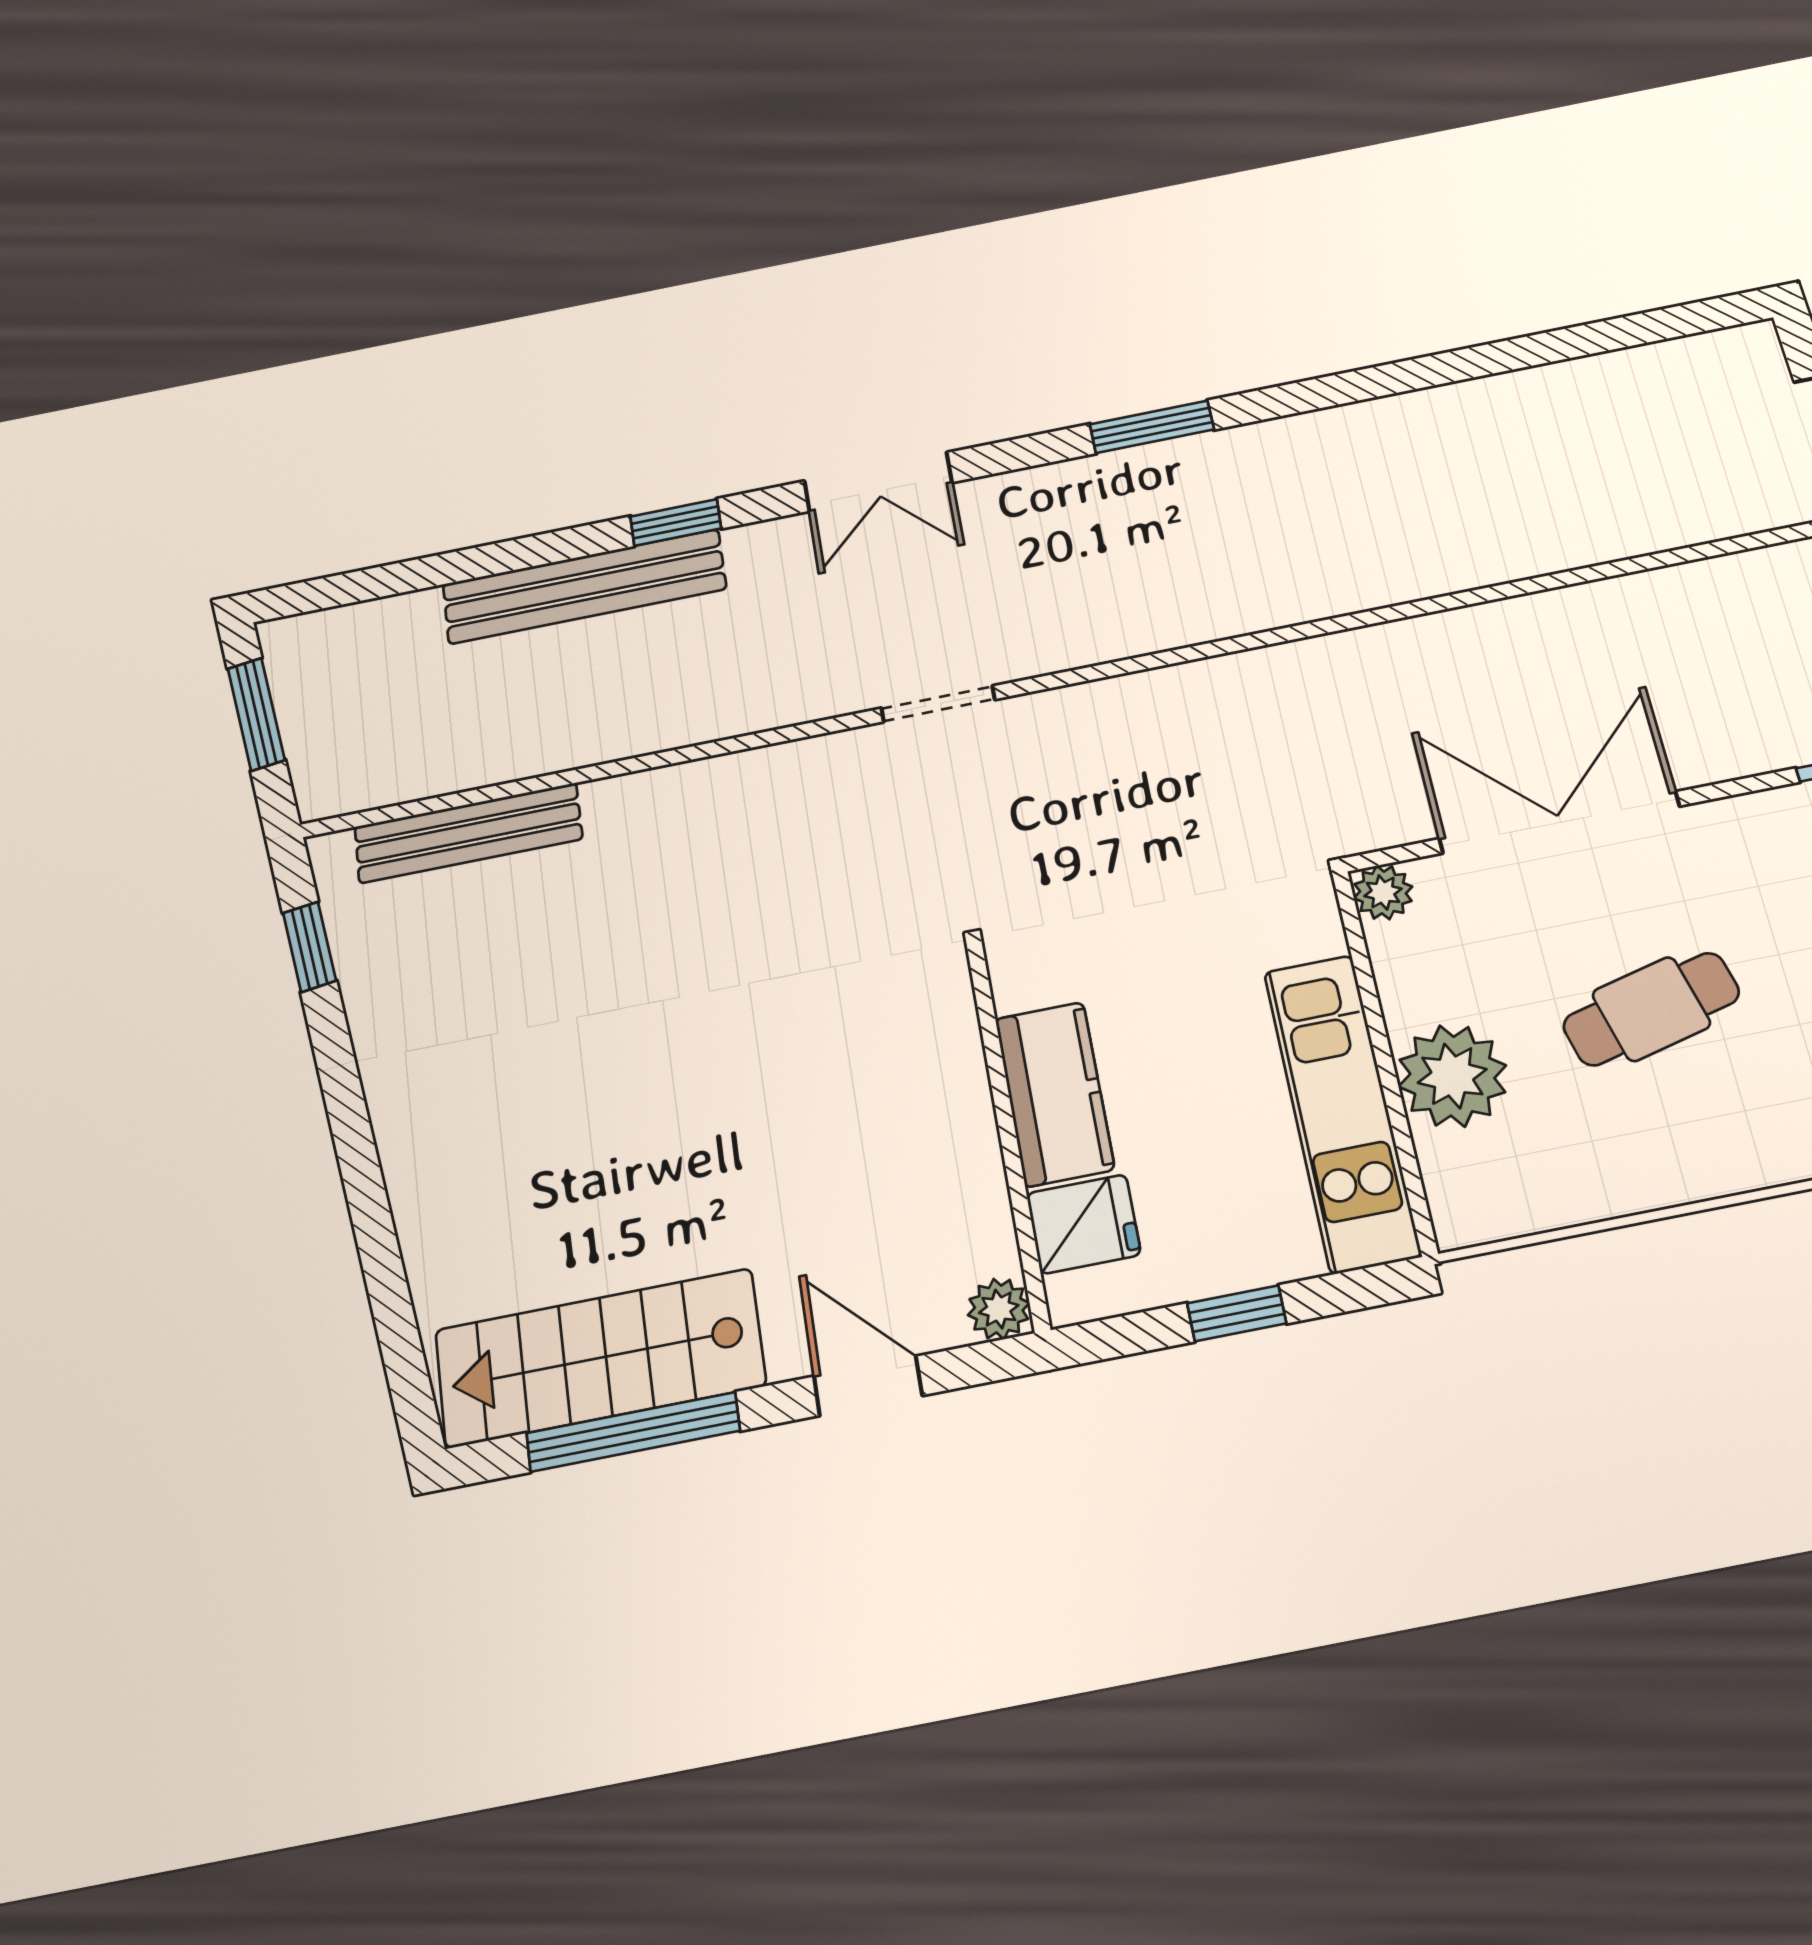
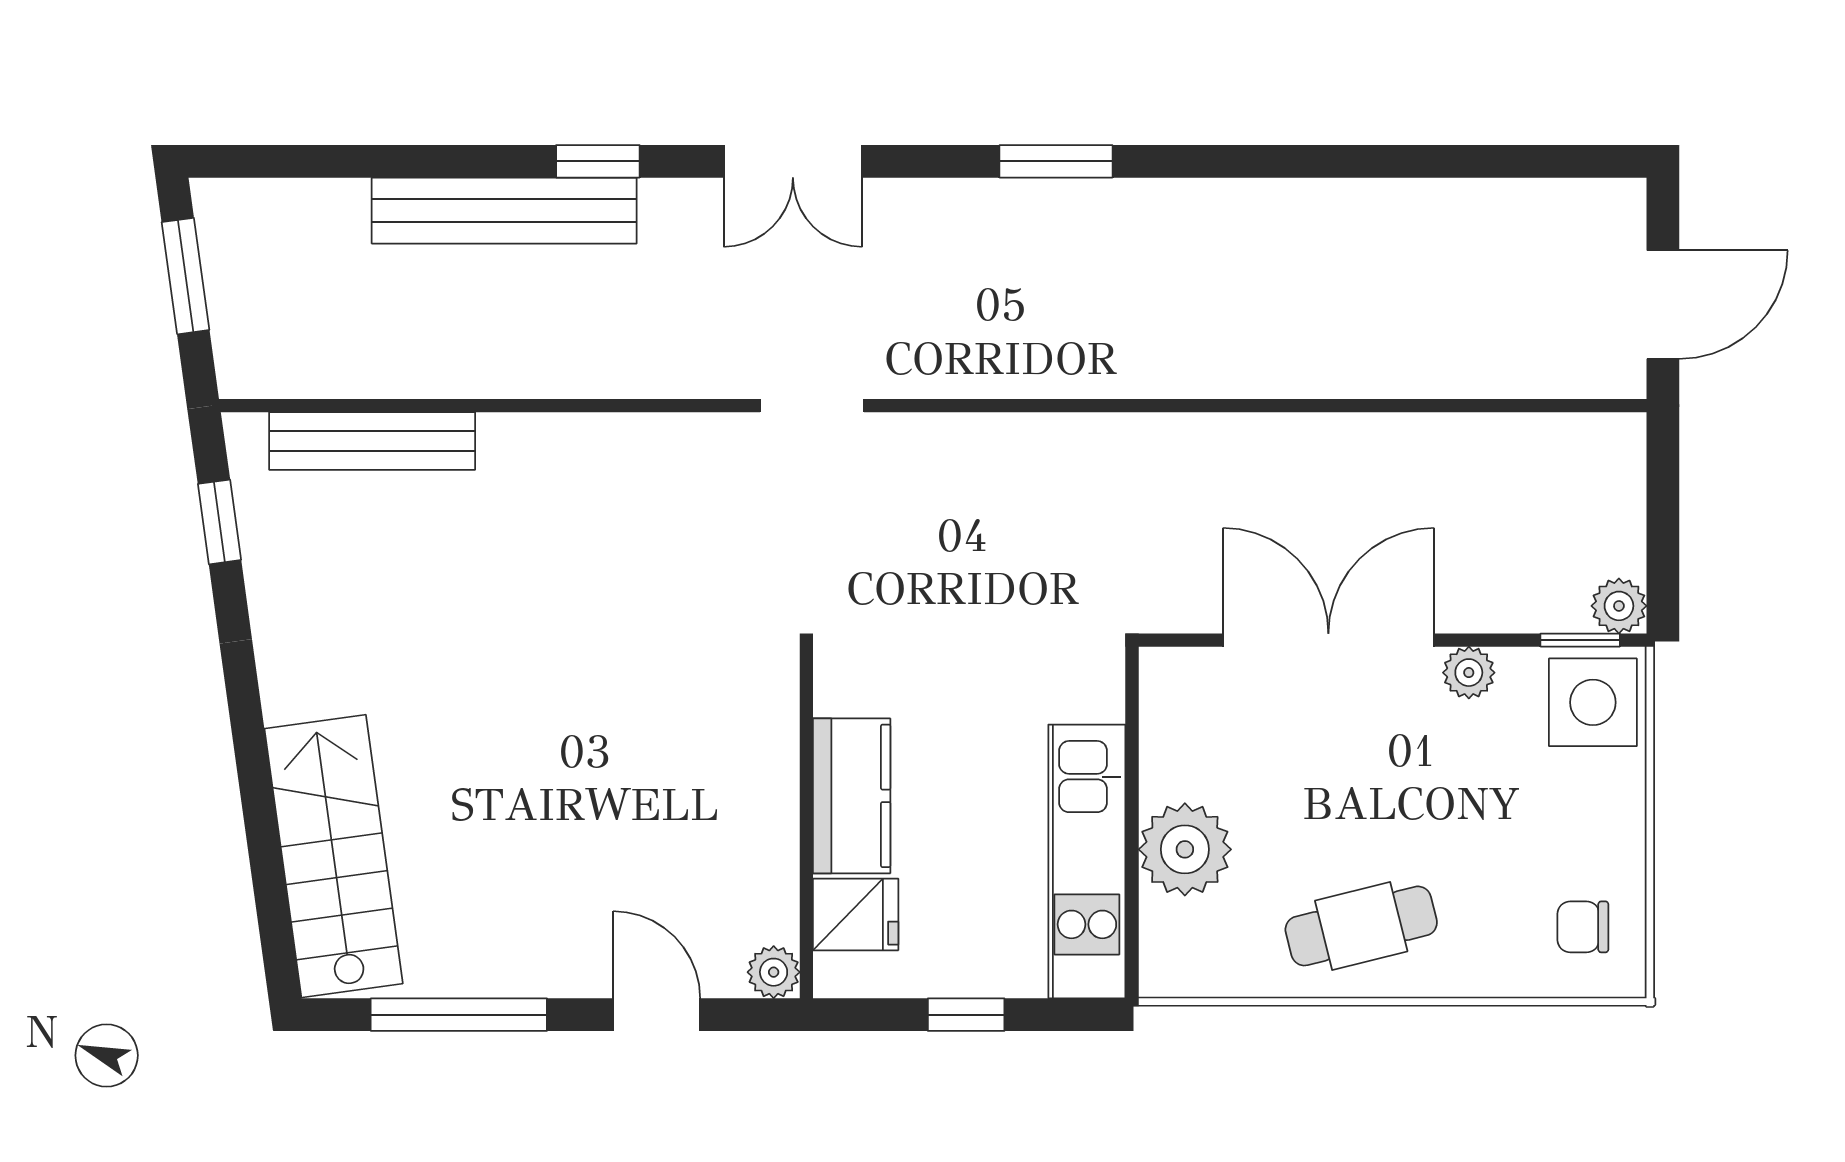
plant: (1383, 892) -> (1469, 673), moved
cafe table: (1651, 1009) -> (1361, 926), moved
stairs: (600, 1358) -> (334, 856), moved, turned 82

